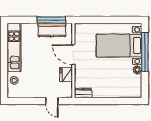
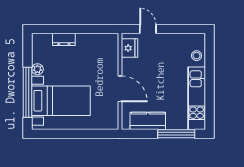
window: (51, 20) -> (176, 134), moved
fridge: (66, 75) -> (129, 48), moved
dresser: (83, 93) -> (64, 39), moved

